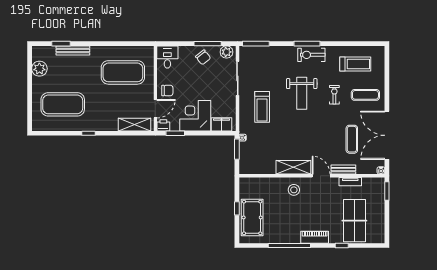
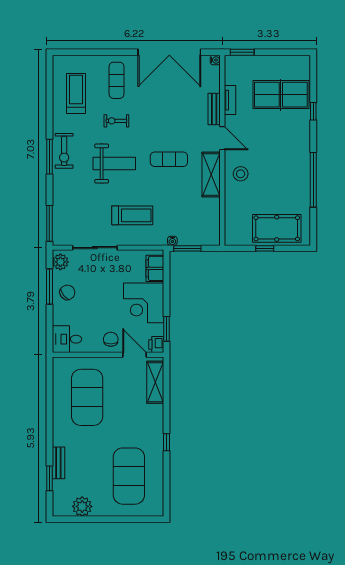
bench: (73, 50) -> (58, 463), width x0.73
exercise mat: (352, 139) -> (169, 159), moved
door: (321, 176) -> (222, 138), swing flipped
piano: (315, 237) -> (302, 147), removed

